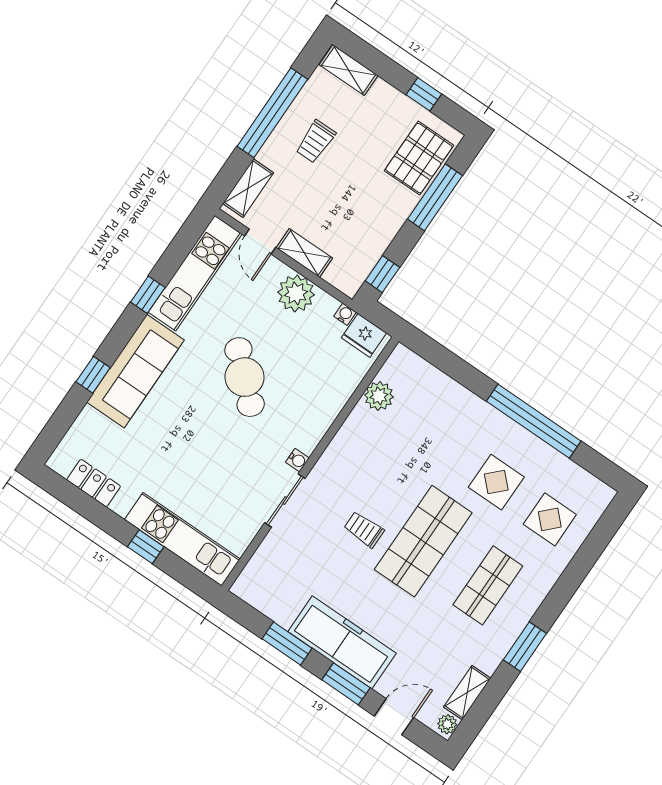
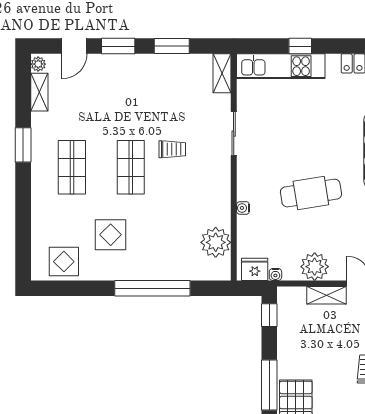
cafe table: (245, 377) -> (311, 193), turned -52
plant: (379, 396) -> (216, 242), width x1.36, depth x1.36
window: (534, 421) -> (152, 288), moved
water cooler: (297, 460) -> (243, 208), moved
display table: (550, 519) -> (64, 262), moved
shop shelf: (423, 541) -> (131, 167), width x0.70, depth x0.74
shelving: (252, 576) -> (222, 73), added
freezer: (342, 642) -> (138, 70), removed

